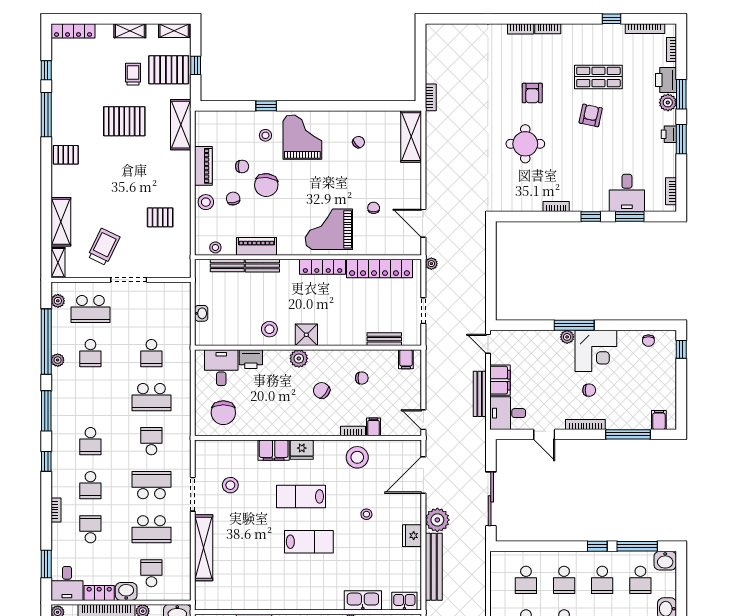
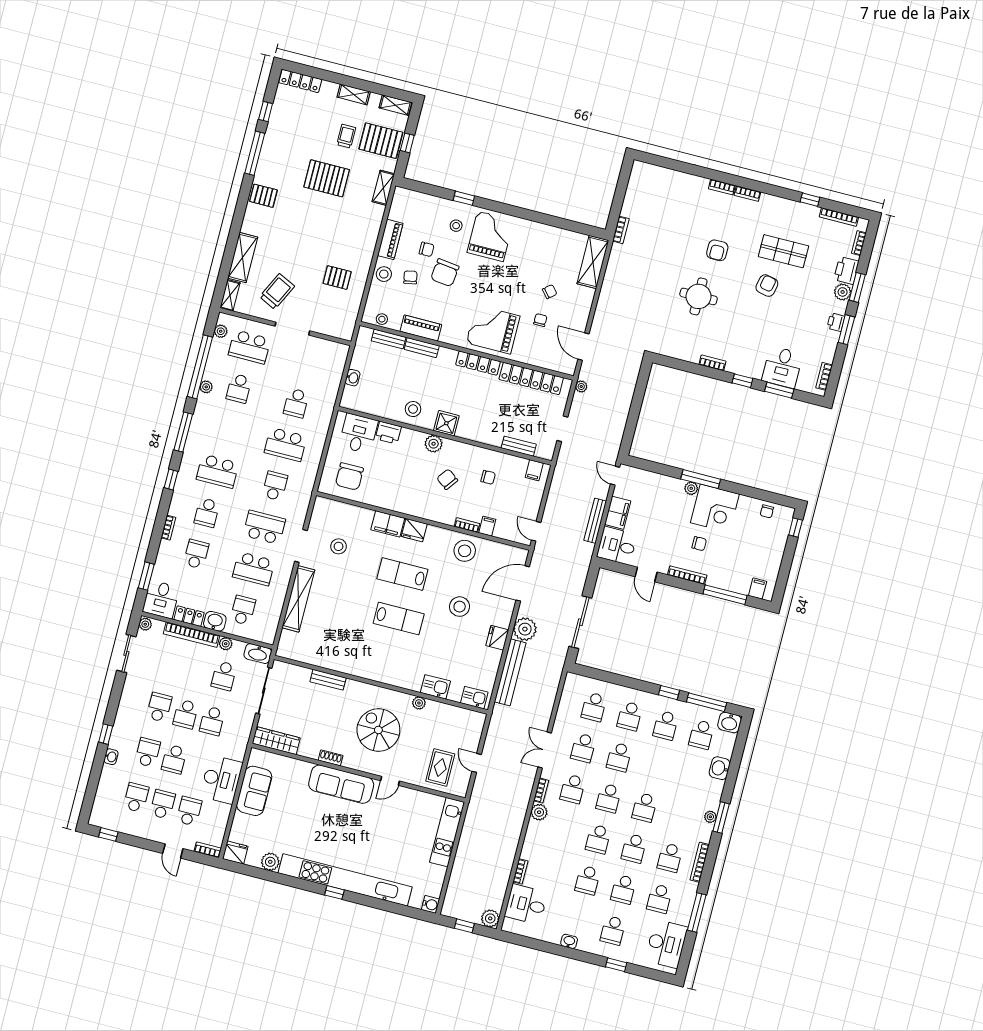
shelving: (181, 125) -> (383, 188), width x0.67, depth x0.75
chair: (359, 142) -> (550, 292), moved
school desk: (90, 441) -> (218, 471), width x1.85
stool: (366, 514) -> (460, 607), width x1.89, depth x1.89
kitchen sink: (363, 600) -> (435, 687), width x0.73

